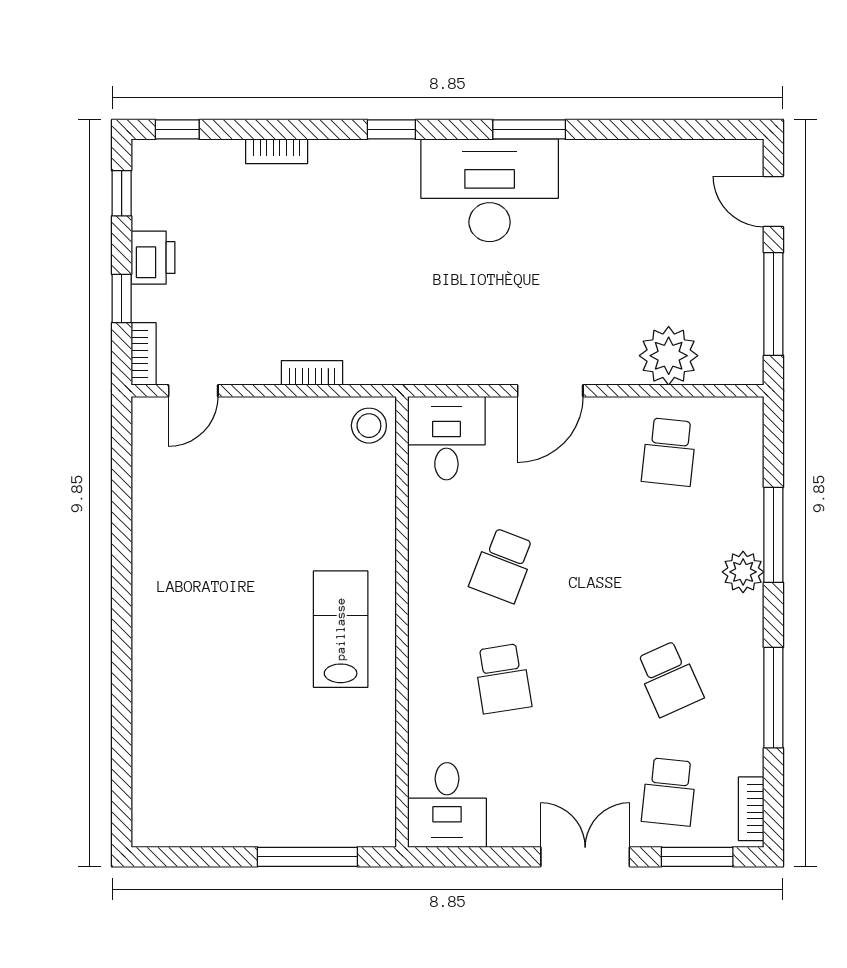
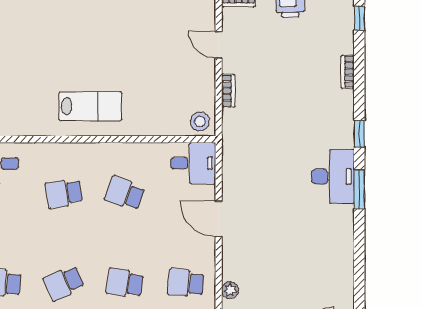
window: (529, 129) -> (359, 189), moved
desk: (490, 190) -> (333, 177), width x0.73, depth x0.77
plant: (669, 356) -> (230, 290), width x0.53, depth x0.53
door: (193, 391) -> (219, 45), moved
school desk: (669, 565) -> (125, 283), added

